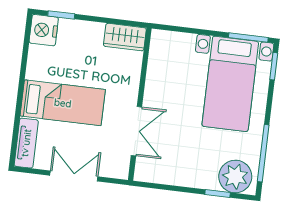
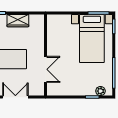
wardrobe: (125, 37) -> (18, 21), moved
plant: (235, 176) -> (100, 91), width x0.53, depth x0.53

